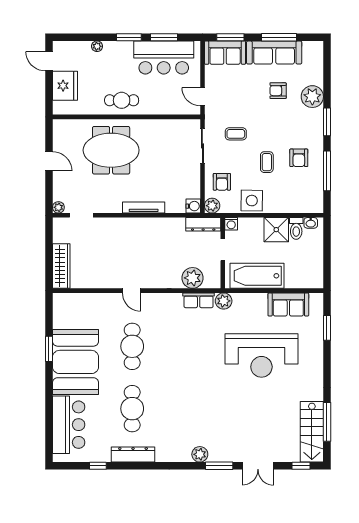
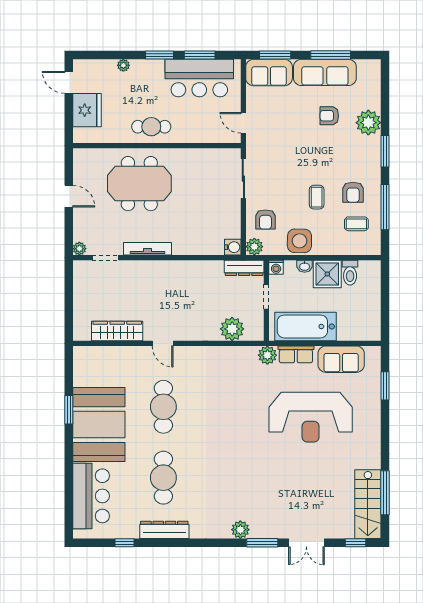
coffee table: (236, 134) -> (356, 224), moved
tv unit: (144, 207) -> (147, 249), moved
washbasin: (311, 223) -> (305, 266), moved
wardrobe: (61, 266) -> (117, 331), moved, turned -90
row of seats: (199, 300) -> (296, 354), moved

